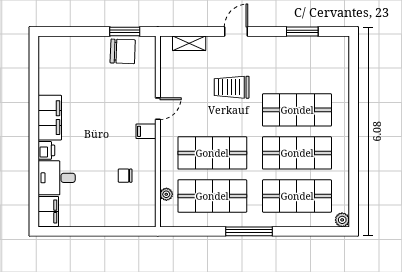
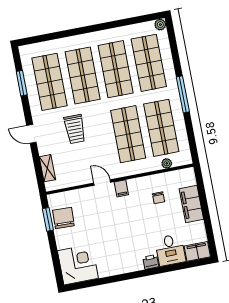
corner desk: (61, 58) -> (78, 265), added
shop shelf: (297, 67) -> (50, 82), added
filing cabinet: (50, 118) -> (191, 204), moved, turned -90

